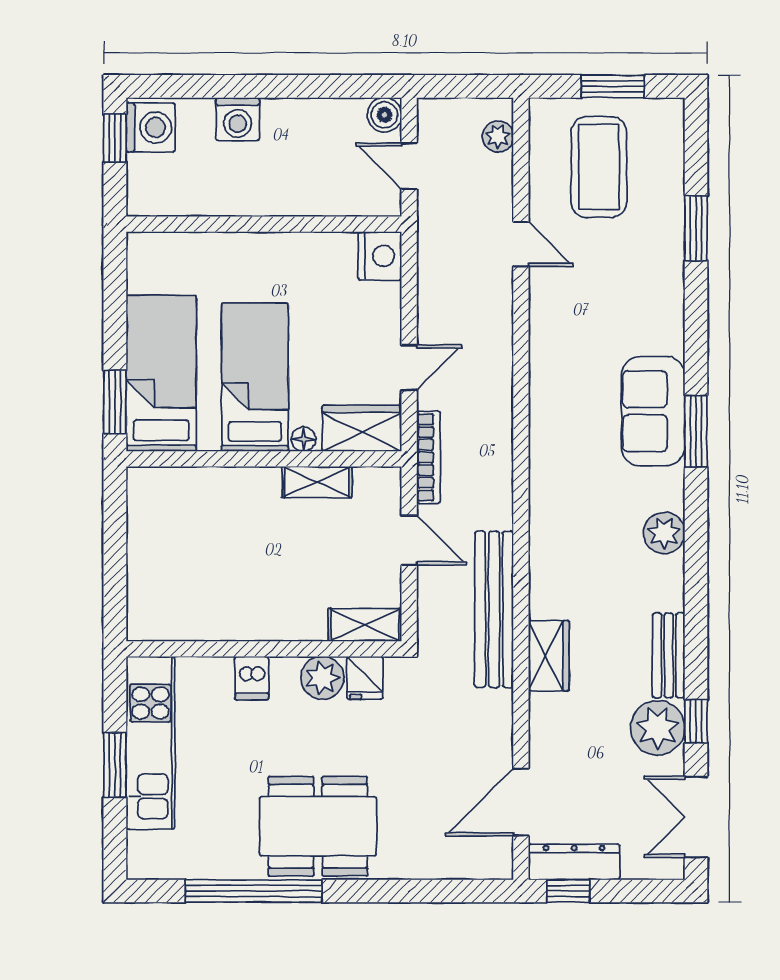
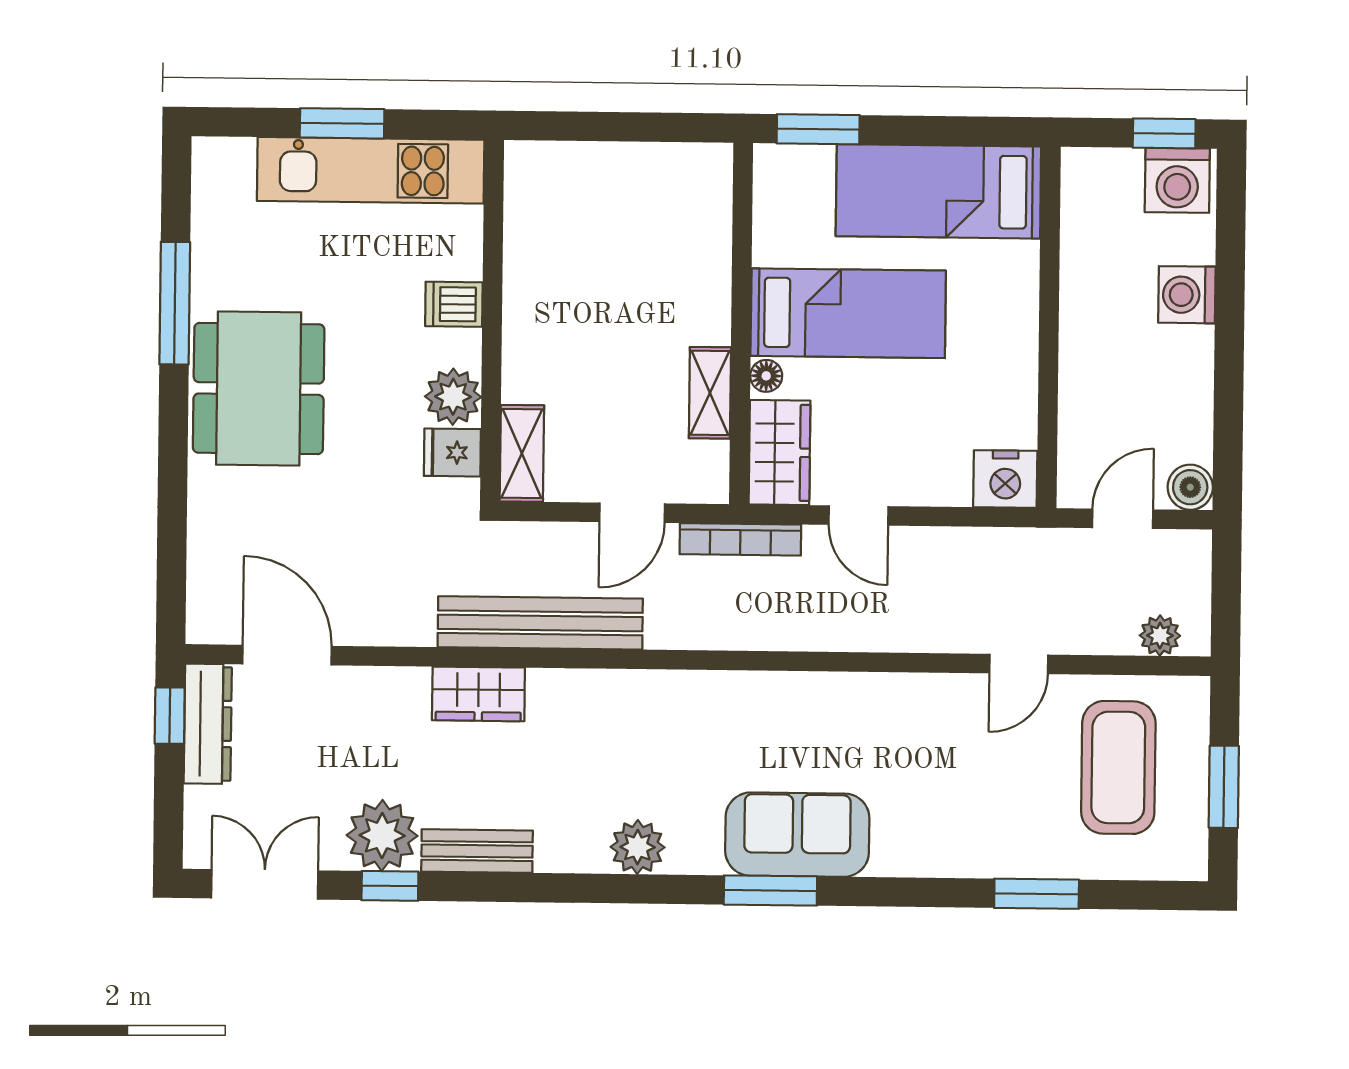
coffee table: (599, 167) -> (1118, 767), turned 90
bed: (161, 373) -> (938, 191), moved, turned 180
window: (254, 891) -> (175, 303), width x0.68

